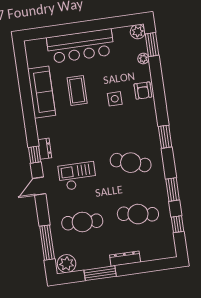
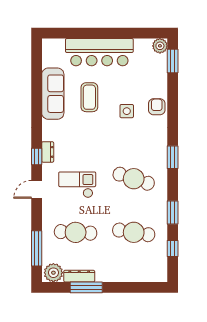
plant: (143, 59) -> (162, 74), removed
armchair: (143, 91) -> (157, 107), turned 180
dresser: (125, 259) -> (79, 276), moved

